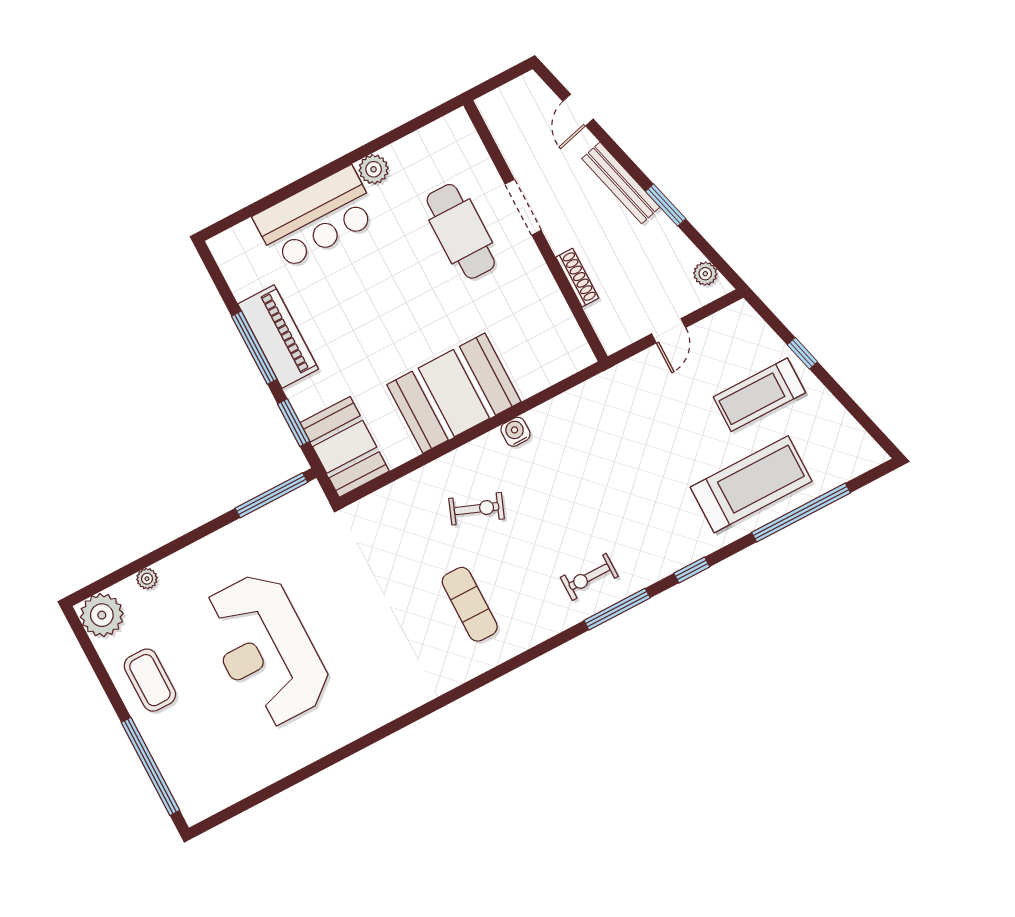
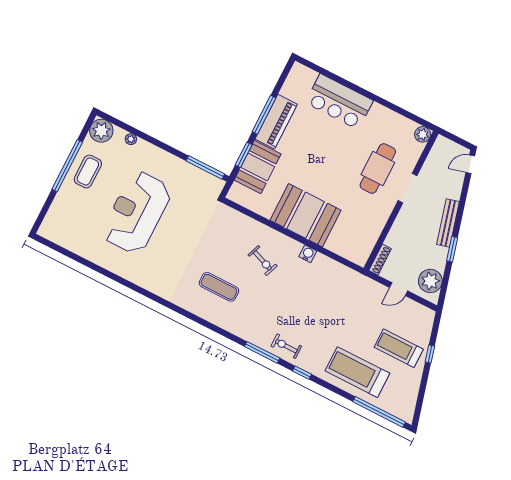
door: (578, 110) -> (470, 164), moved
plant: (374, 169) -> (423, 134), moved
plant: (705, 274) -> (430, 281), width x1.88, depth x1.88
shoe rack: (577, 278) -> (380, 260), moved
booth: (345, 447) -> (258, 167), moved
treadmill: (751, 484) -> (357, 372), turned 180
window: (801, 513) -> (379, 412), moved
exercise bike: (589, 577) -> (286, 346), moved
exercise mat: (470, 604) -> (219, 287), turned 90
window: (150, 766) -> (67, 166), moved

